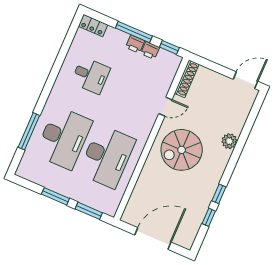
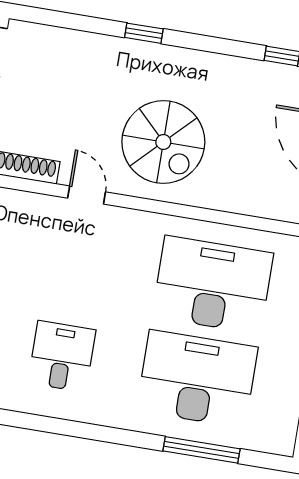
plant: (229, 141) -> (123, 53), removed
window: (219, 194) -> (144, 33), moved

